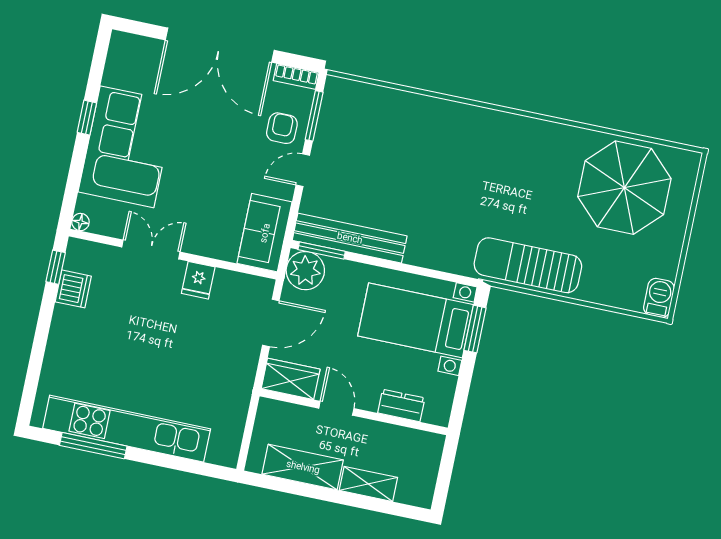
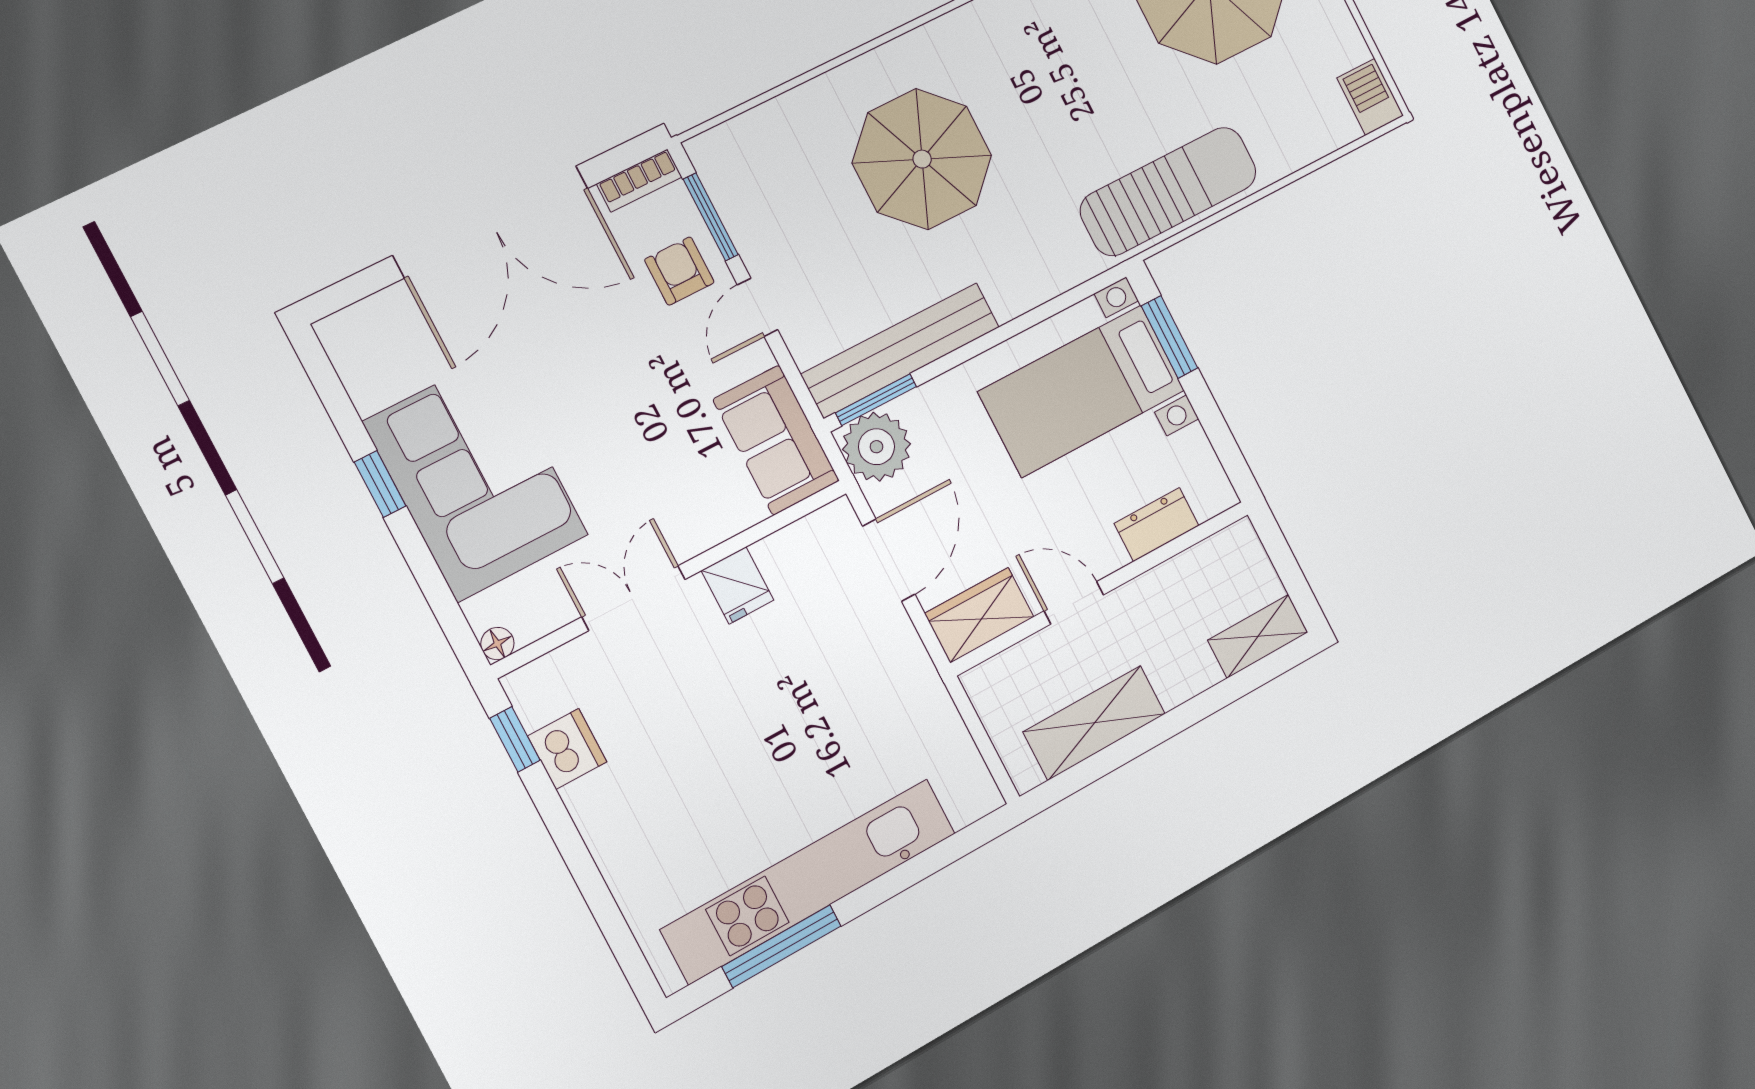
parasol: (427, 164) -> (922, 159), added
sun lounger: (528, 265) -> (1169, 191), turned 180
shelving: (368, 484) -> (1258, 636), moved

